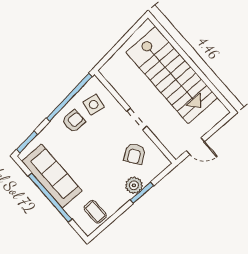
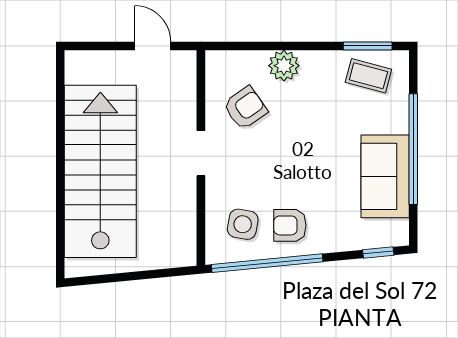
window: (27, 142) -> (378, 252), width x0.67
sofa: (52, 176) -> (385, 176), width x0.73
window: (142, 193) -> (368, 46), moved
coffee table: (95, 212) -> (368, 76), turned -75

